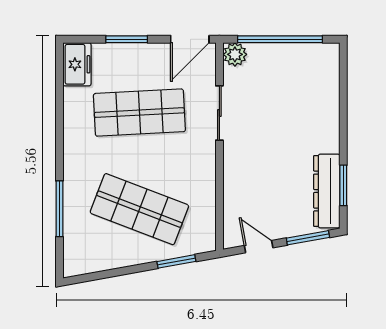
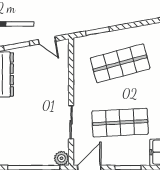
shop shelf: (139, 209) -> (120, 63), turned -36

